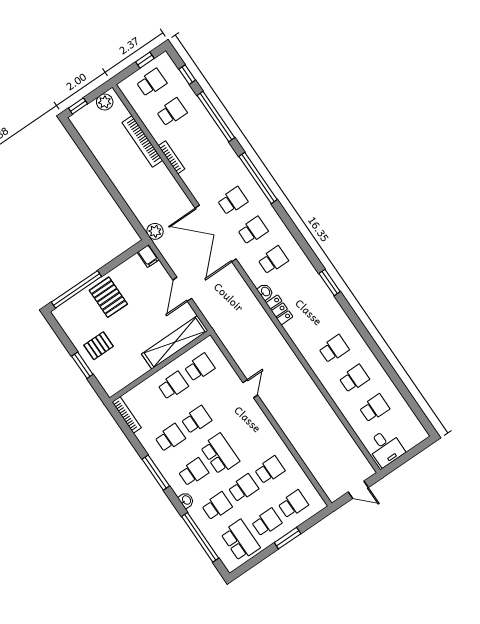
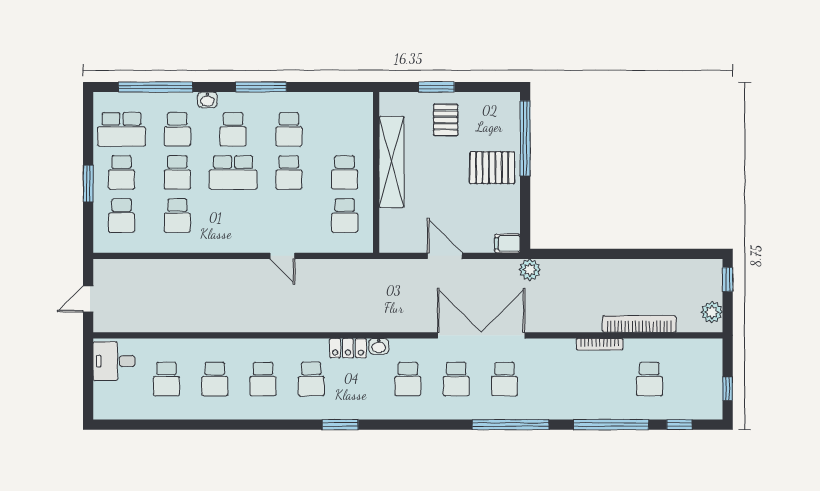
school desk: (152, 83) -> (311, 379), moved
shelving: (175, 342) -> (392, 162), moved
bookcase: (127, 415) -> (348, 99), removed

